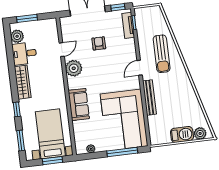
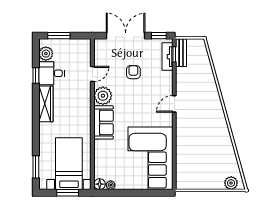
sun lounger: (162, 54) -> (200, 92), removed
bench: (150, 98) -> (181, 53), moved, width x0.73
sofa: (79, 105) -> (104, 122), moved
window: (17, 109) -> (36, 76), moved
barbecue: (182, 134) -> (211, 182), removed
floor lamp: (81, 149) -> (100, 184), added
window: (122, 152) -> (144, 193), removed

